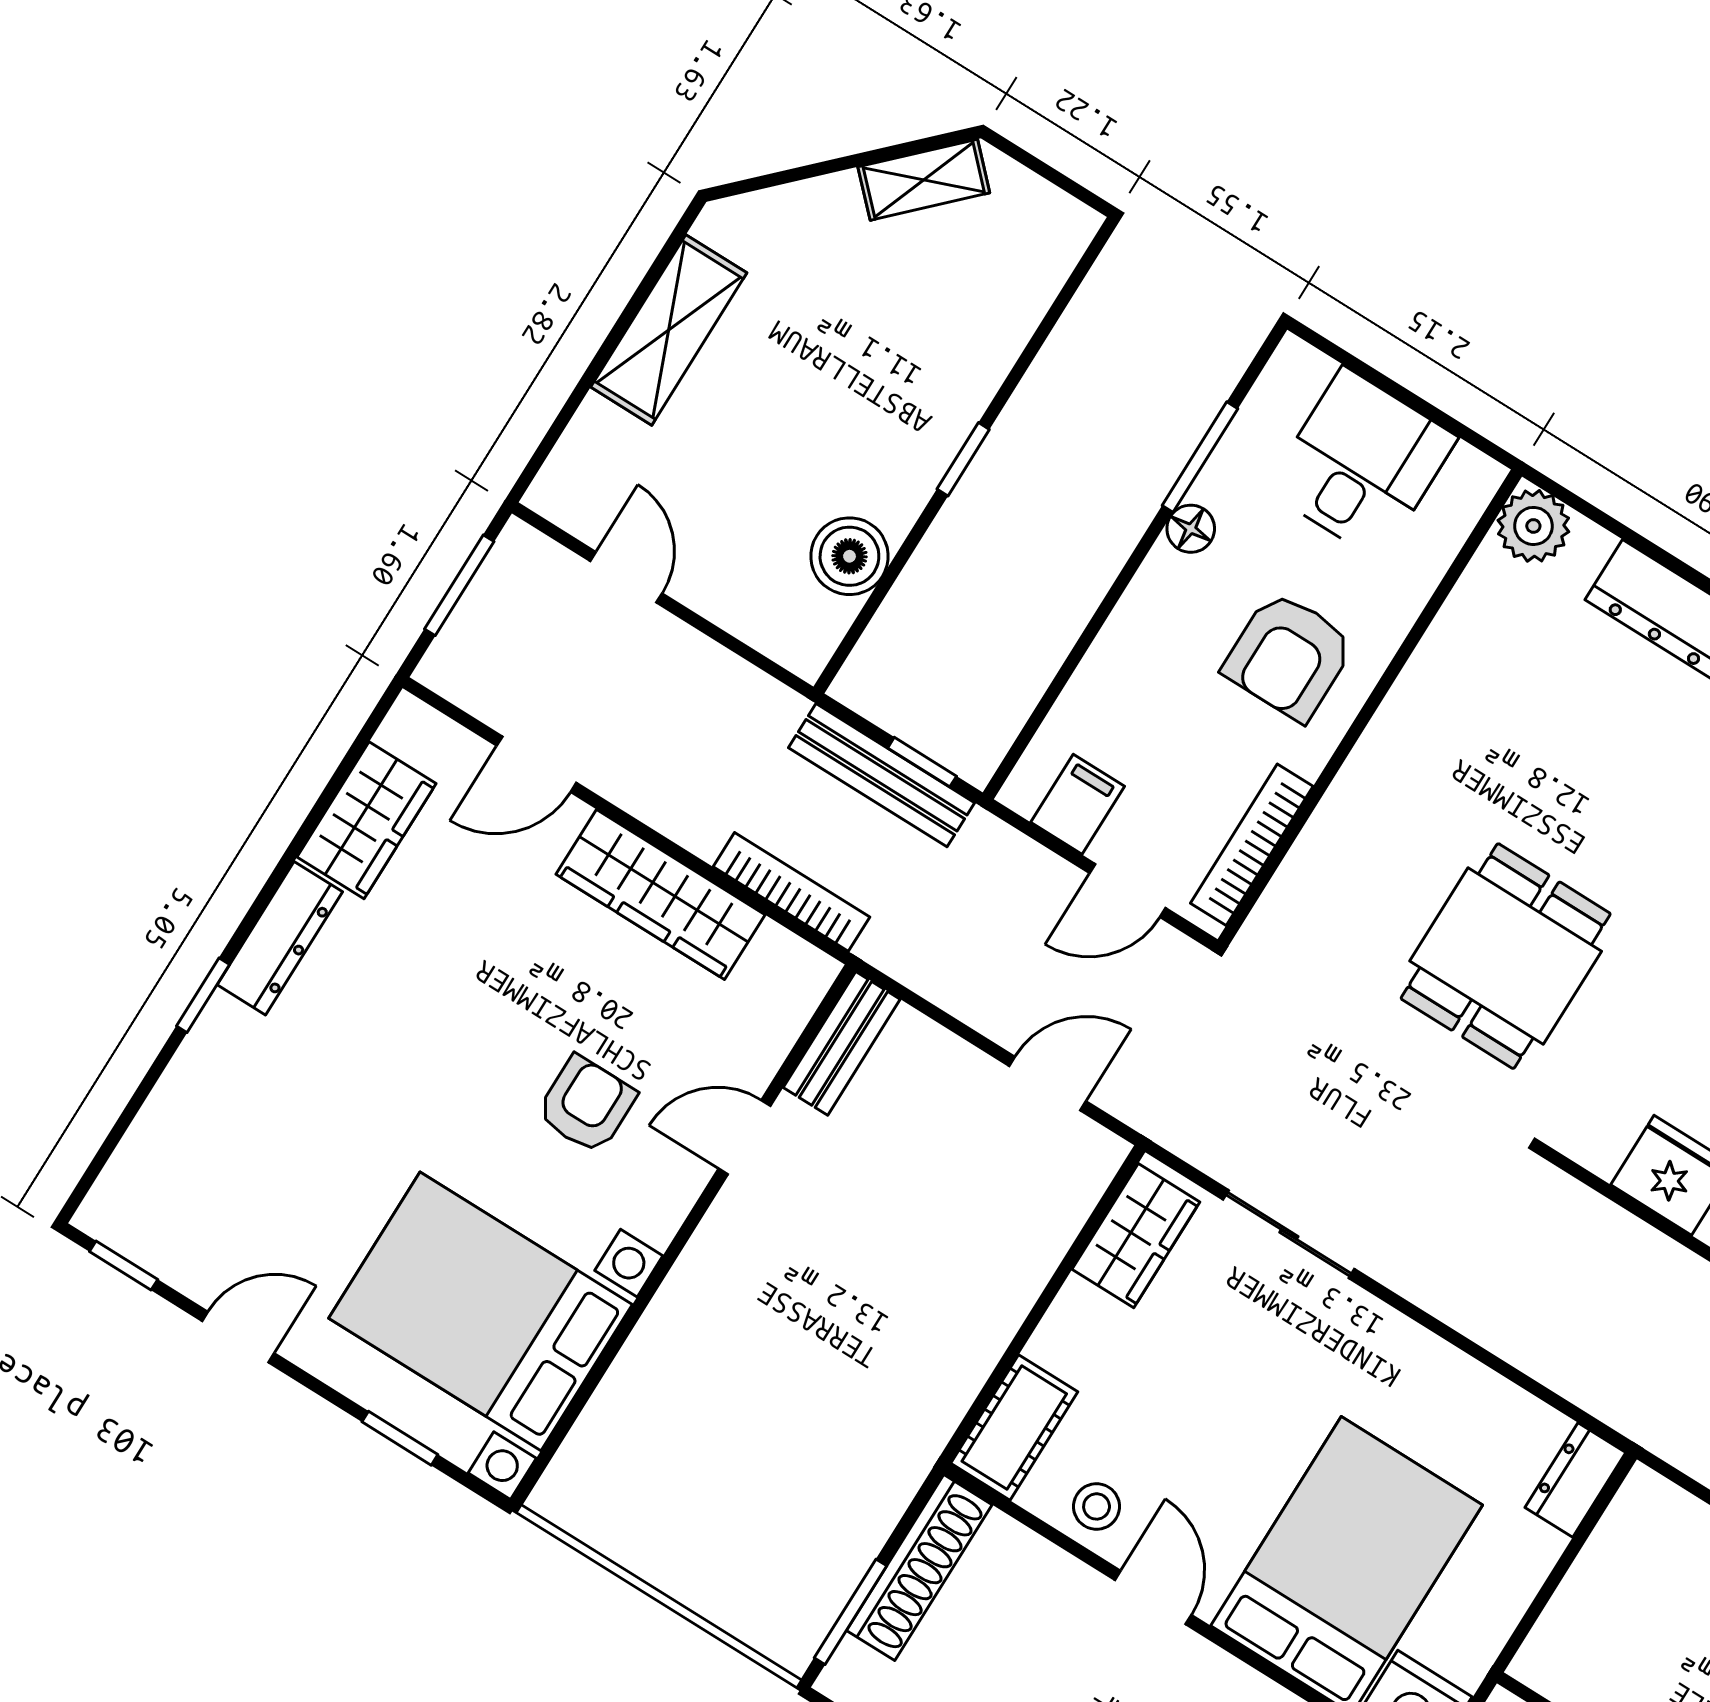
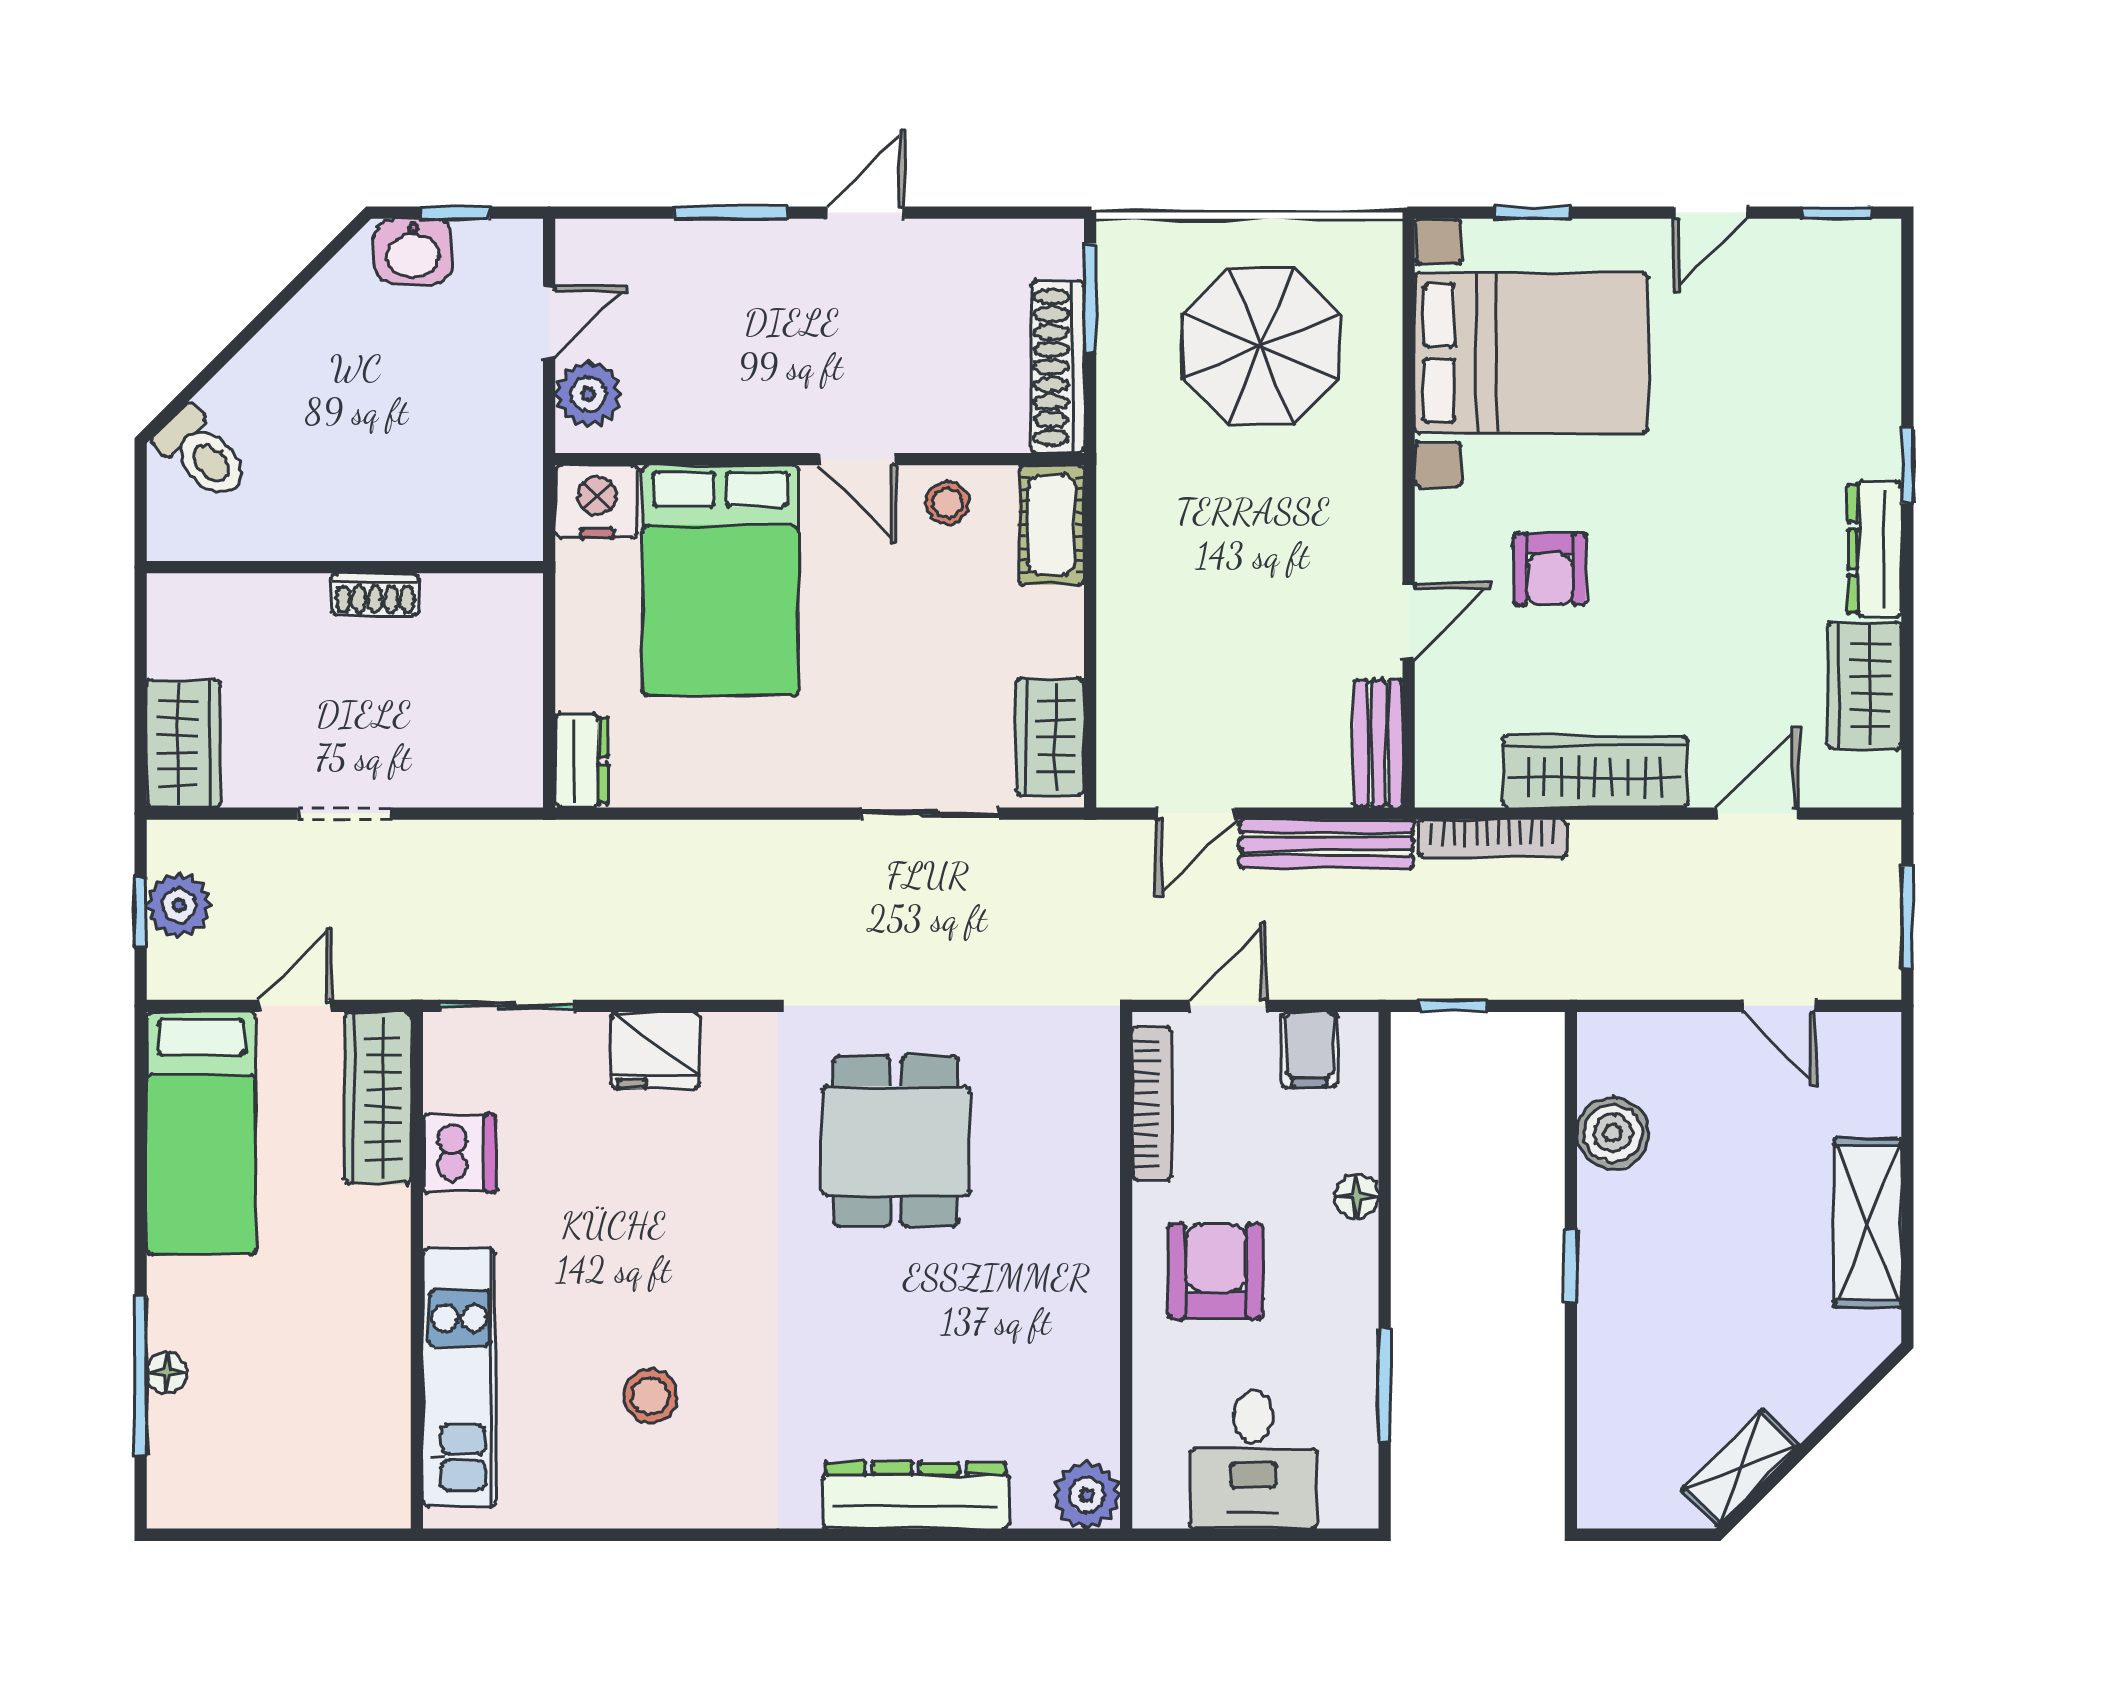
floor lamp: (1191, 529) -> (1356, 1196), moved
bench: (881, 775) -> (1326, 844), moved
parasol: (722, 1471) -> (1261, 346), added

